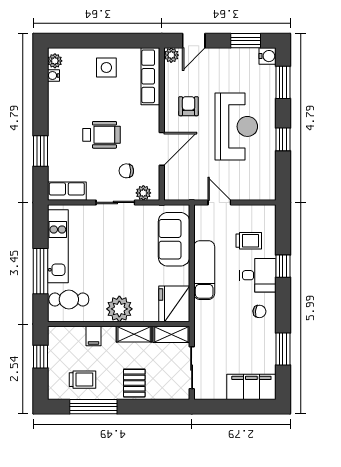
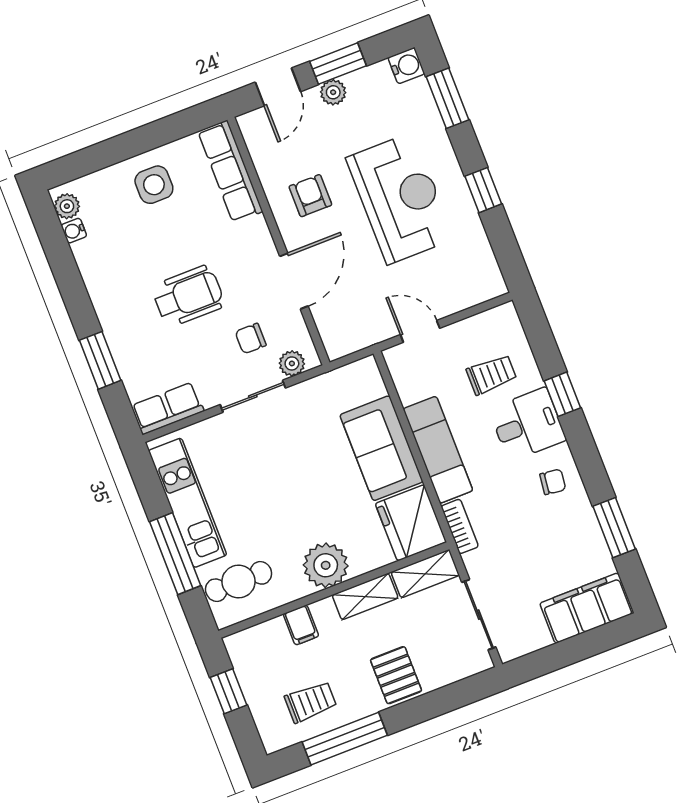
window: (246, 41) -> (338, 64), moved
plant: (171, 55) -> (333, 92), moved
sofa: (174, 239) -> (381, 448), moved
bookcase: (200, 316) -> (460, 526), added

